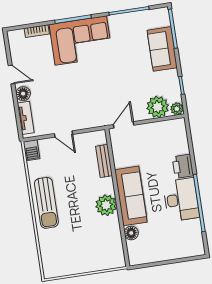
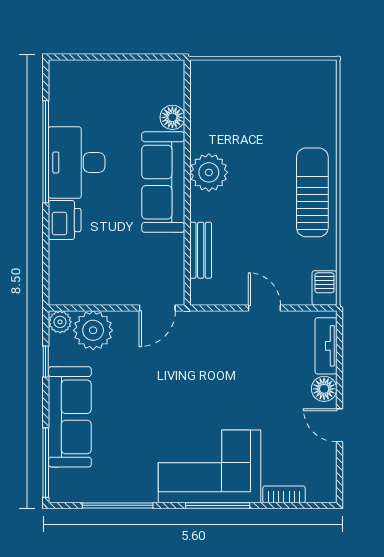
sofa: (162, 49) -> (70, 417), width x1.36

